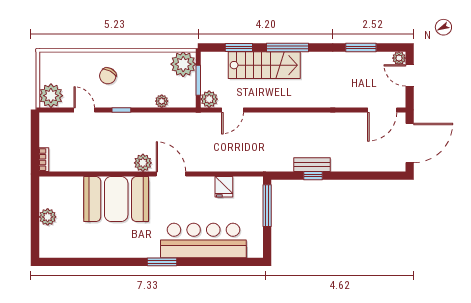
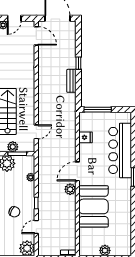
plant: (209, 99) -> (13, 147), moved
door: (232, 110) -> (36, 132), hinge flipped
window: (313, 176) -> (78, 63), moved

